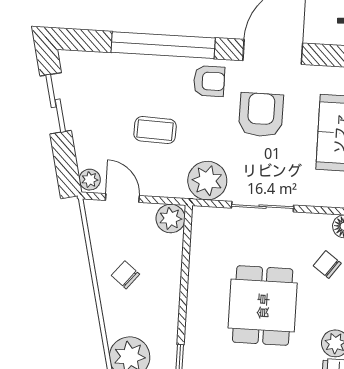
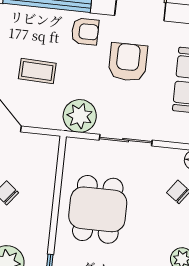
plant: (171, 219) -> (47, 147), removed
dining table: (263, 306) -> (98, 209), moved

